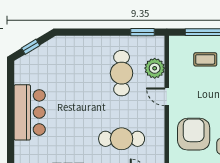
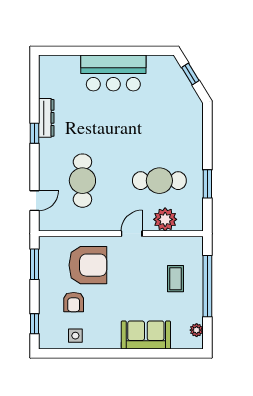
window: (142, 32) -> (207, 184), moved

